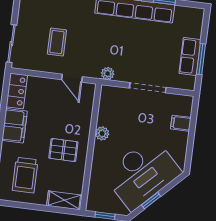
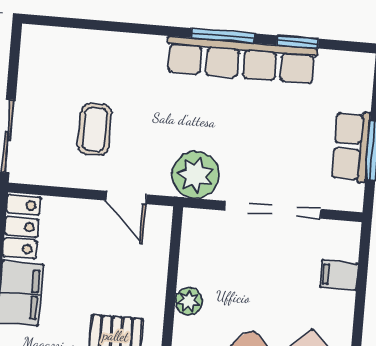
plant: (108, 74) -> (195, 175), width x1.88, depth x1.88
doorway: (148, 88) -> (273, 210), width x1.36

